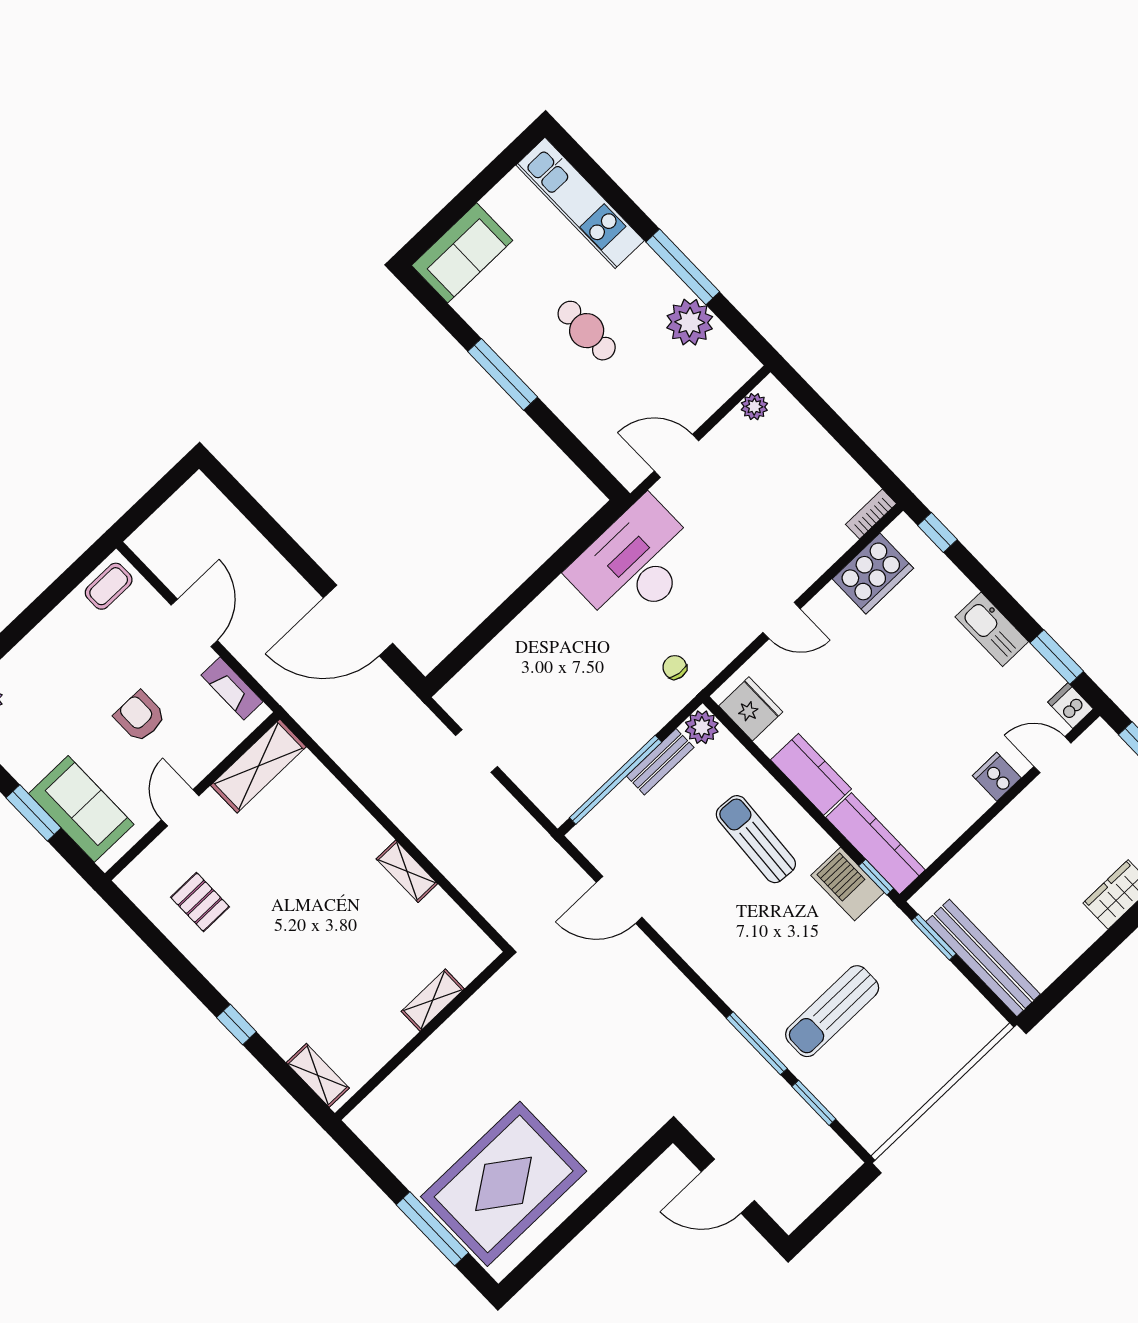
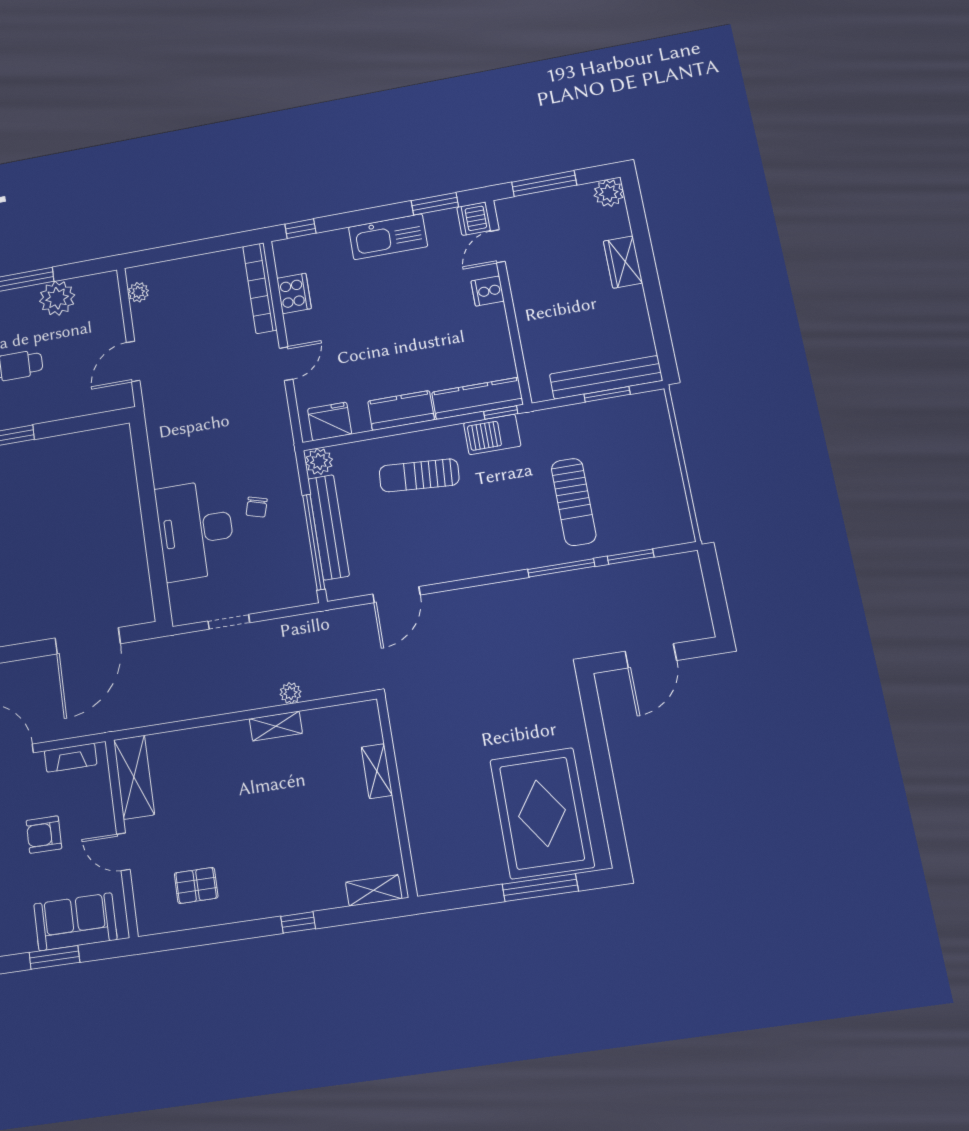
bookcase: (871, 514) -> (260, 288), width x2.31, depth x1.31
desk: (635, 564) -> (196, 530), moved
cooker: (873, 574) -> (294, 293), width x0.73, depth x0.76
kitchen sink: (992, 629) -> (388, 237), width x1.36, depth x1.24
chair: (675, 667) -> (257, 507), moved, turned -82
dishwasher: (1070, 705) -> (474, 219), width x1.38
bench: (660, 762) -> (328, 527), width x1.86, depth x1.21
plant: (449, 863) -> (290, 693), added
window: (934, 937) -> (607, 394), moved

